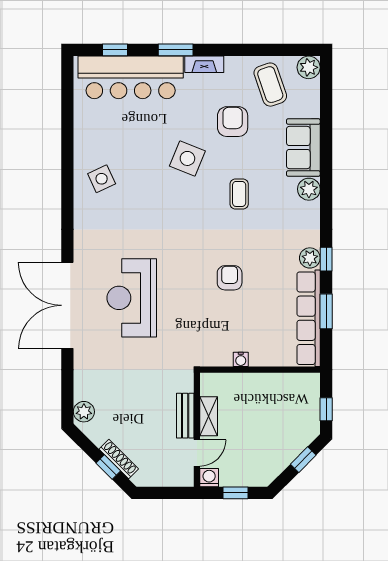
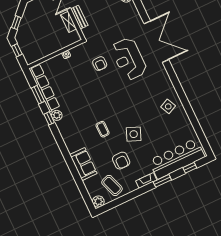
plant: (309, 189) -> (72, 146), removed
armchair: (230, 278) -> (100, 64), moved
reception desk: (132, 298) -> (129, 59), turned 180

